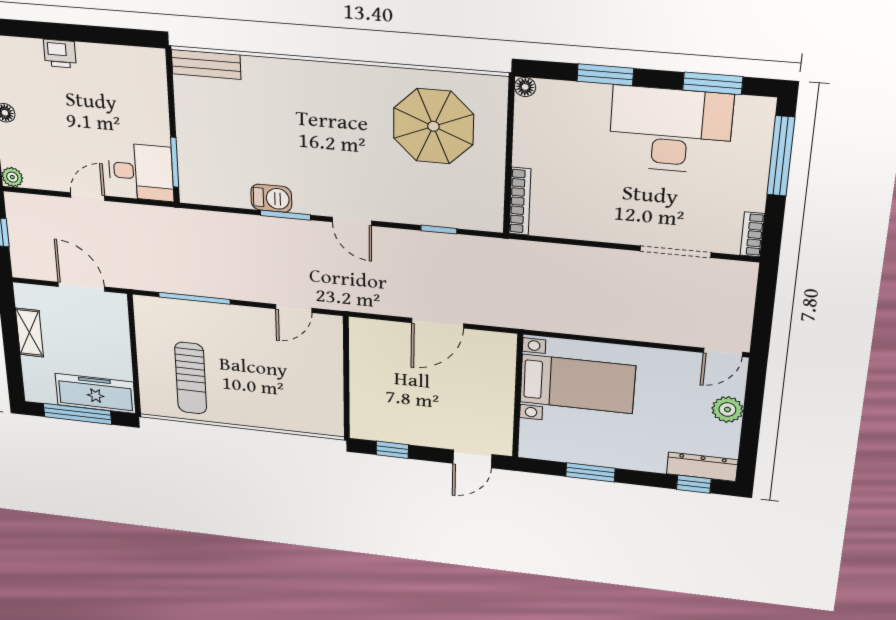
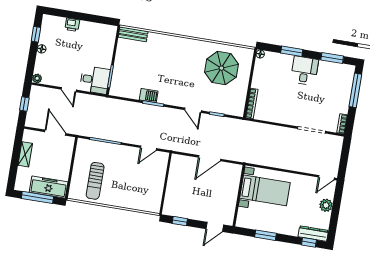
desk: (670, 130) -> (304, 71), width x0.53, depth x0.77
door: (88, 197) -> (69, 90), swing flipped
door: (352, 221) -> (193, 110), moved

